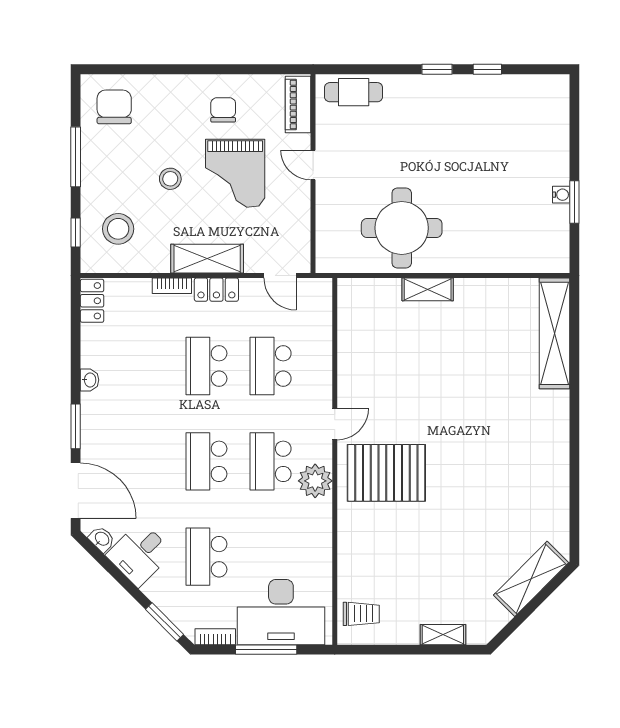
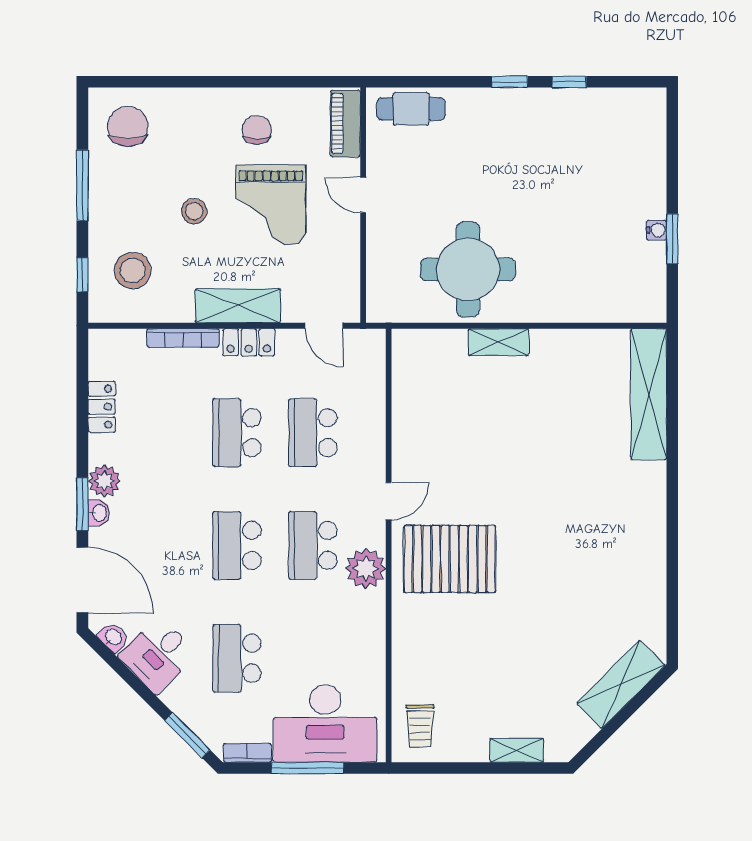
bookcase: (172, 286) -> (183, 338), width x1.56
locker: (92, 301) -> (102, 407), moved
washbasin: (90, 380) -> (99, 513), moved
plant: (94, 407) -> (104, 481), added
trolley: (361, 614) -> (420, 726), turned 90

